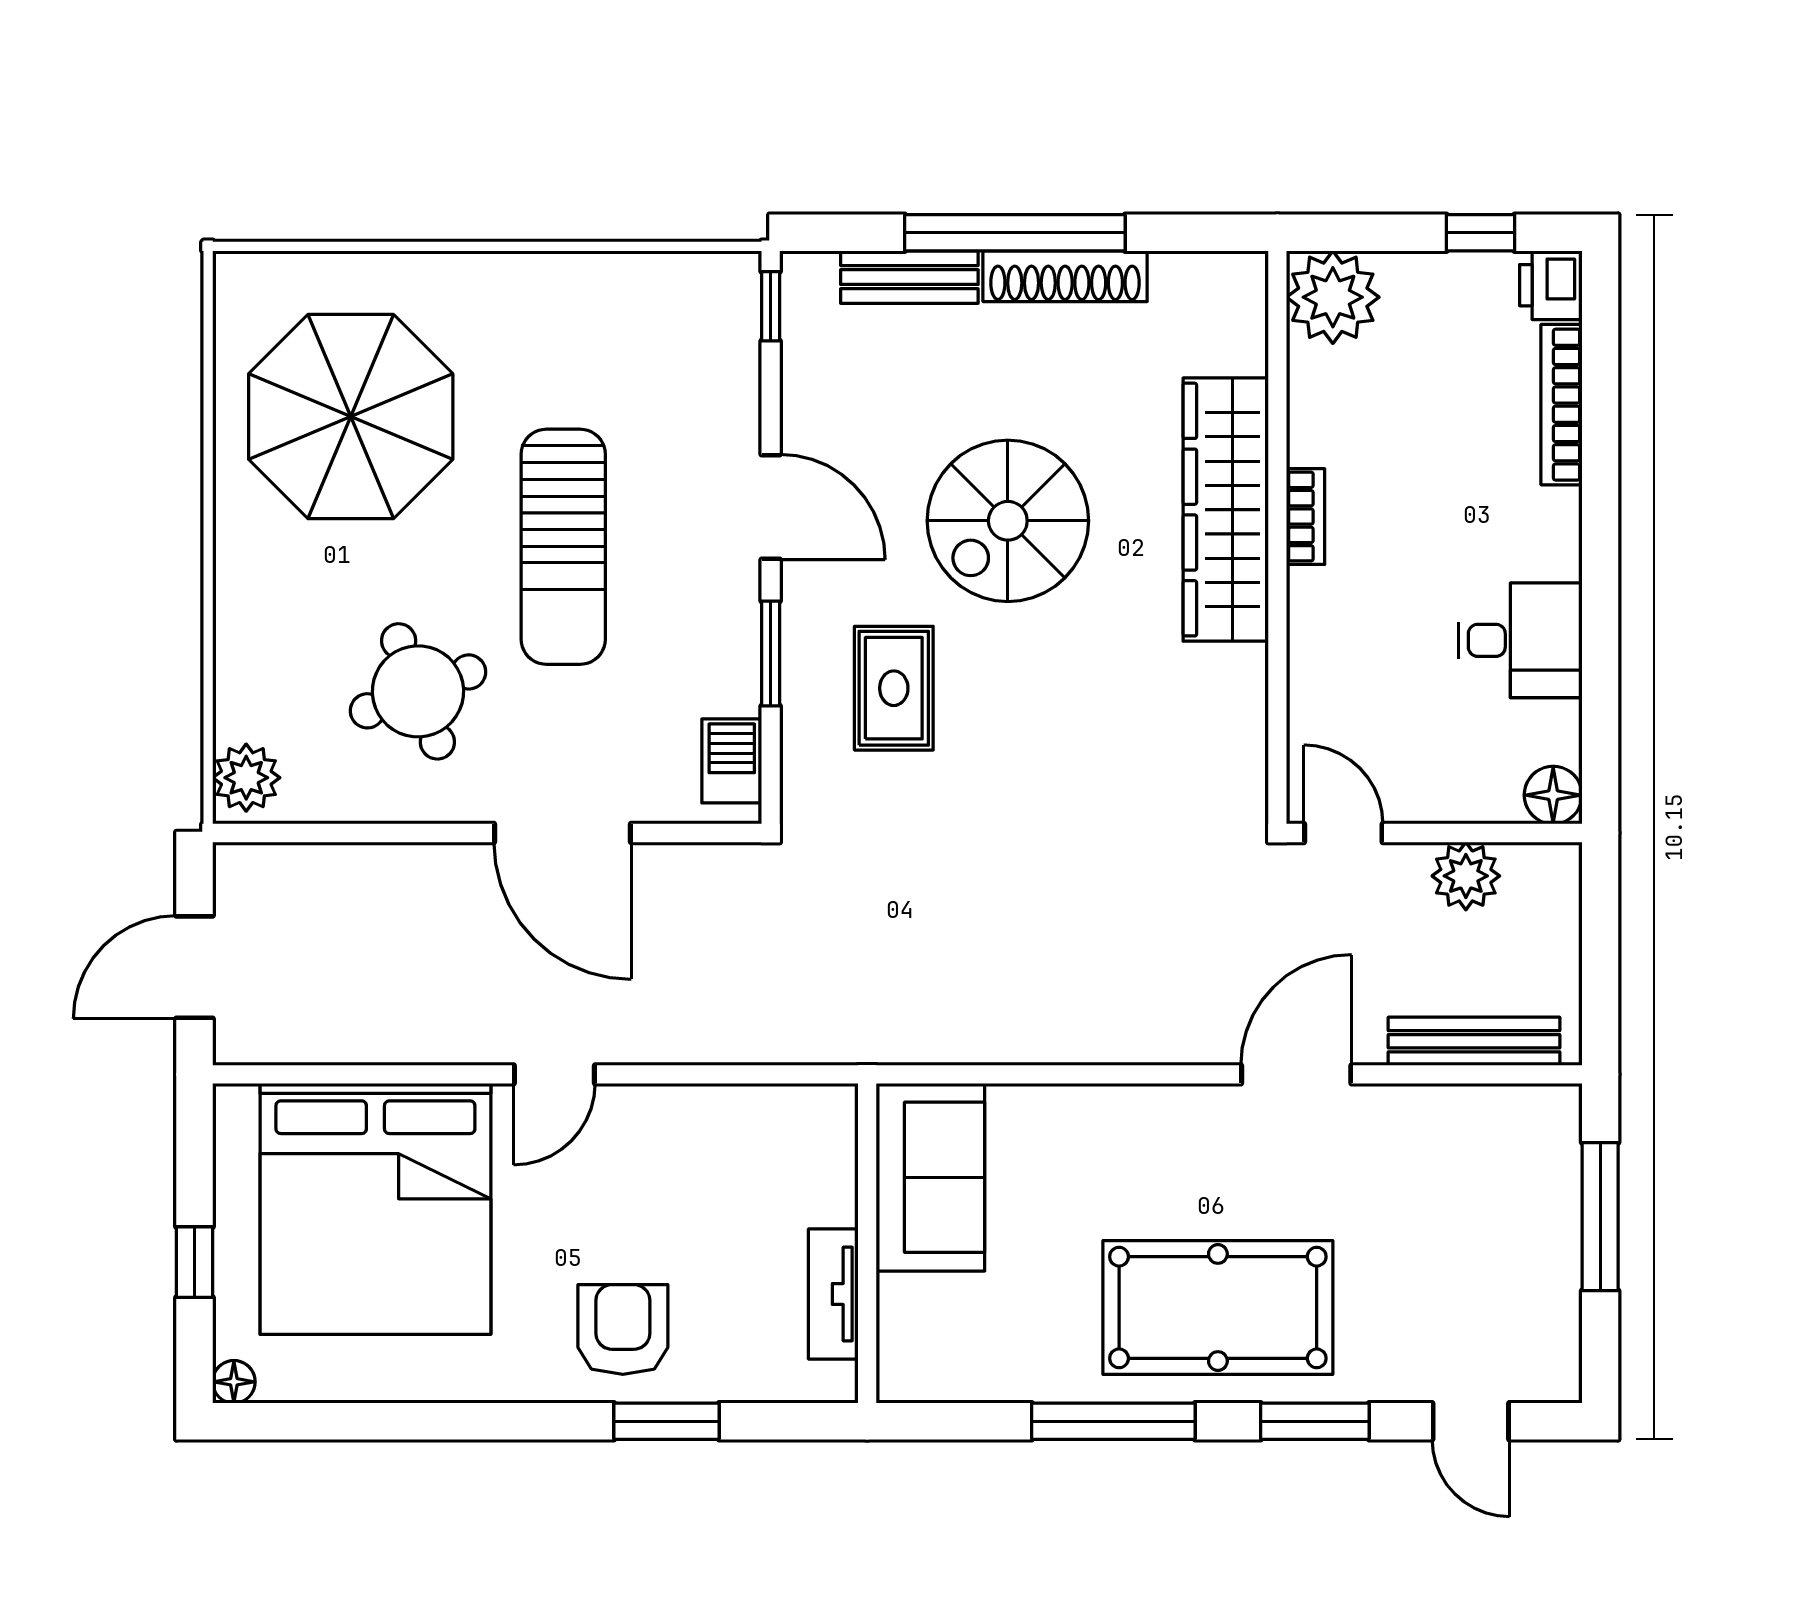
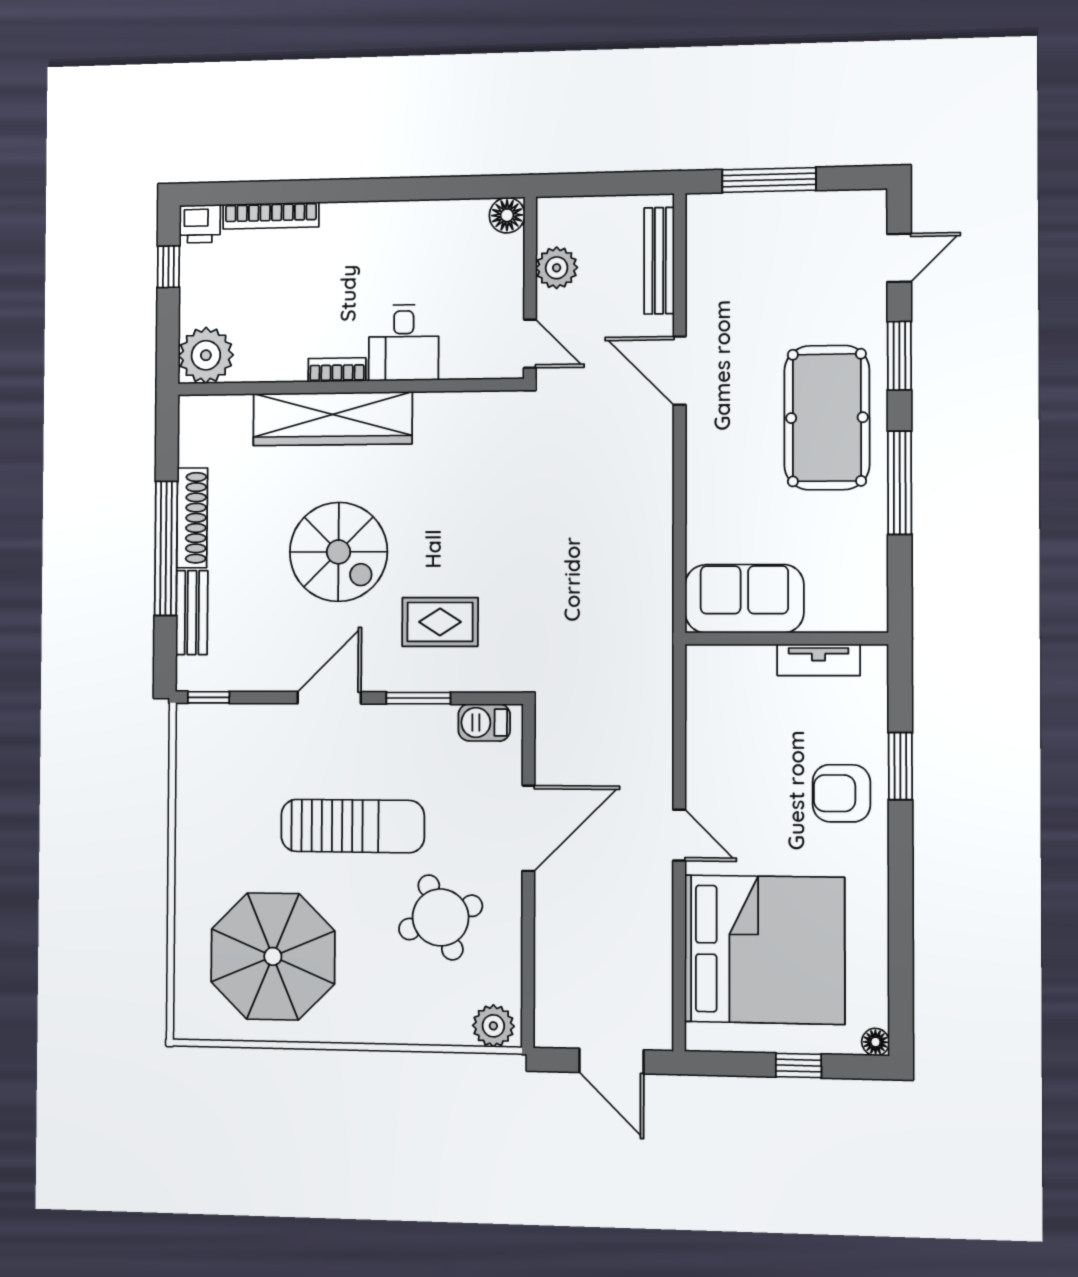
desk: (1520, 640) -> (404, 343), moved, turned 180
door: (1343, 833) -> (530, 344), swing flipped

